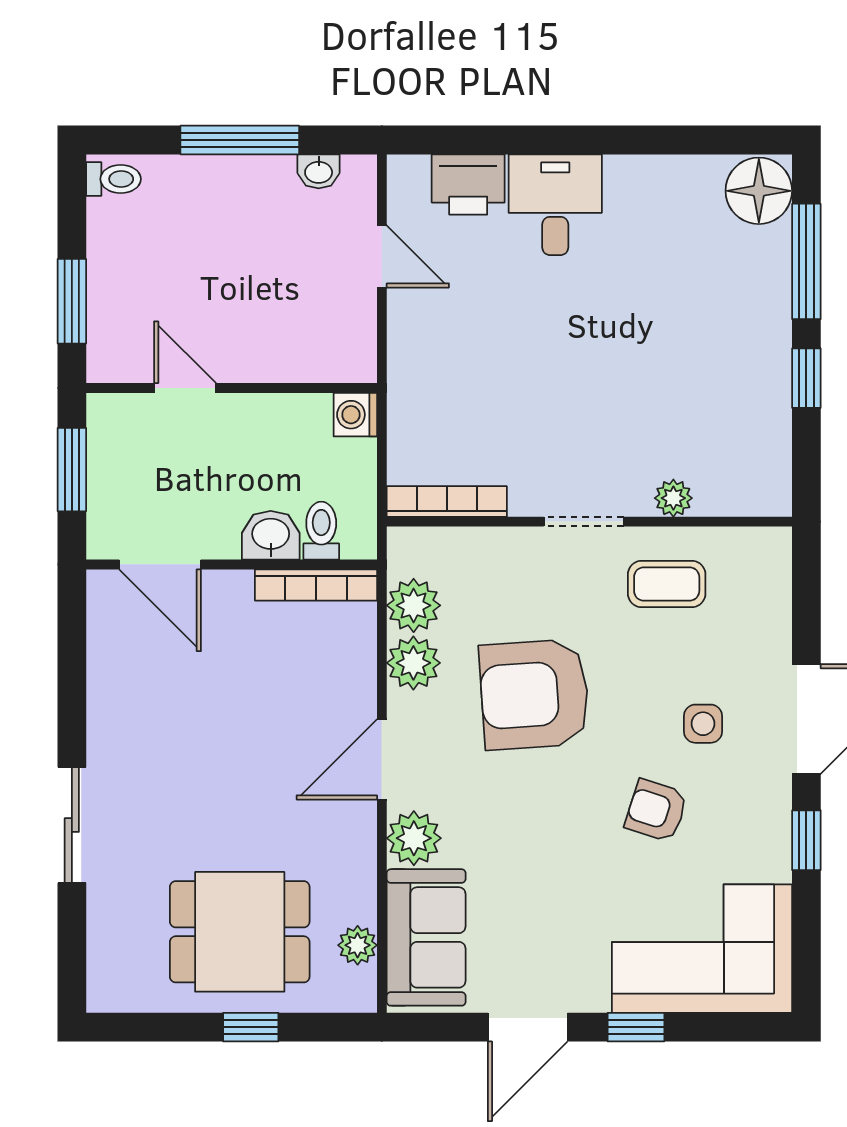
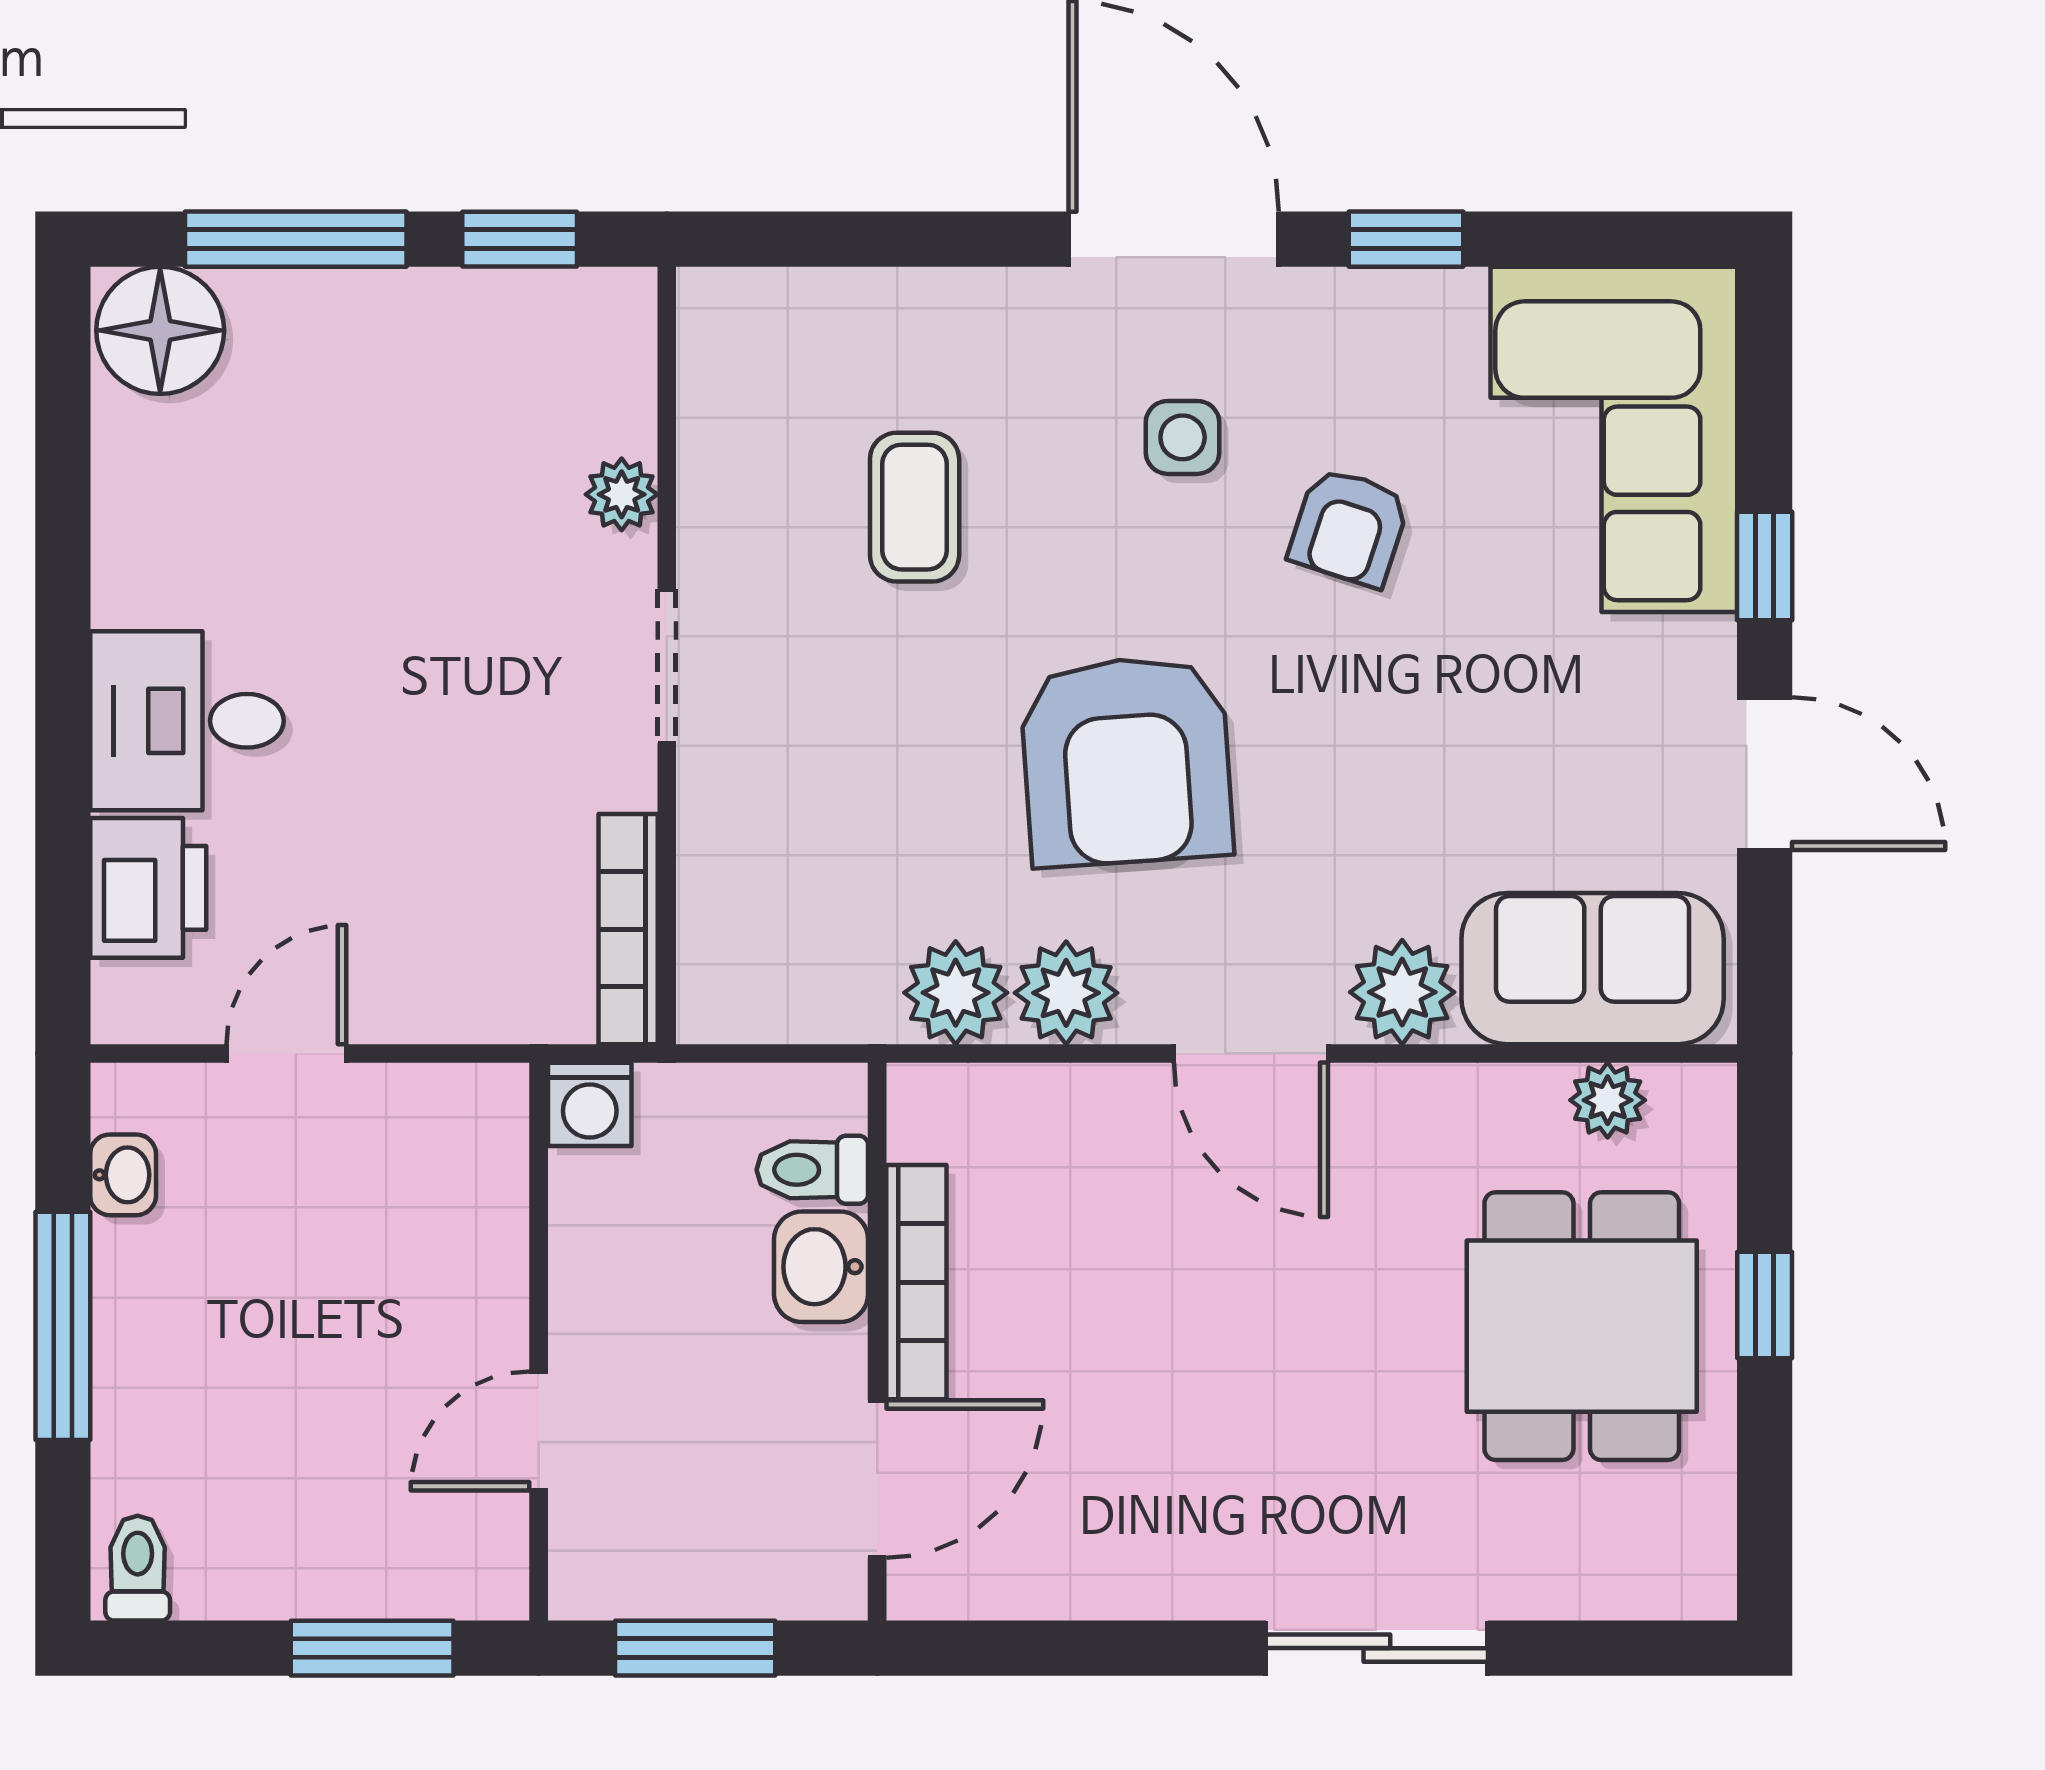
plant: (673, 498) -> (622, 494), moved
bookcase: (447, 501) -> (628, 929), moved
doorway: (584, 522) -> (667, 666), moved
wall: (589, 522) -> (667, 655), moved
bookcase: (316, 585) -> (916, 1282), moved

